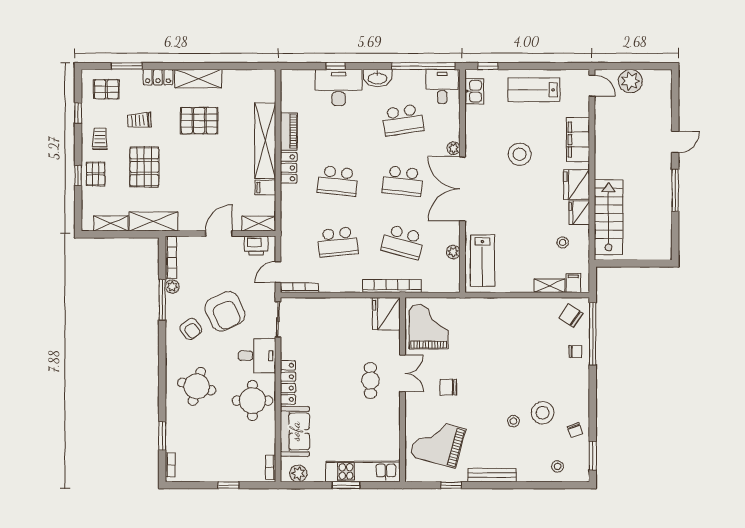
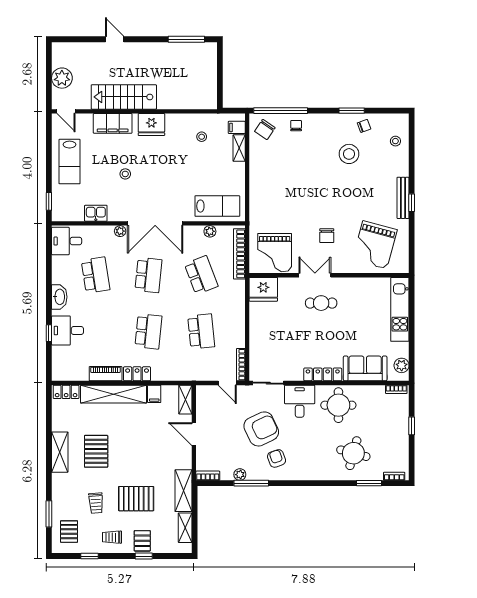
window: (423, 66) -> (49, 257), removed
locker: (158, 77) -> (66, 392), moved, turned 90
door: (592, 86) -> (66, 111), swing flipped
desk: (339, 88) -> (68, 331), width x0.73
kitchen sink: (474, 91) -> (96, 213), moved
stool: (520, 154) -> (125, 174), width x0.53, depth x0.53
pallet: (96, 174) -> (142, 541), turned 90
window: (675, 190) -> (186, 39), moved
fridge: (579, 213) -> (176, 122), removed
stairs: (608, 217) -> (124, 97), moved
school desk: (403, 242) -> (201, 275), turned -36
printer: (256, 246) -> (204, 402), removed
bookcase: (171, 257) -> (208, 476), width x0.64
bookcase: (392, 286) -> (239, 254), moved
grand piano: (429, 327) -> (275, 253), turned -90
armchair: (191, 329) -> (277, 458), turned -73
round table: (197, 386) -> (353, 453), moved
stool: (513, 421) -> (356, 179), removed
window: (593, 456) -> (352, 111), moved
window: (346, 485) -> (412, 324), removed
window: (451, 485) -> (412, 203), moved

